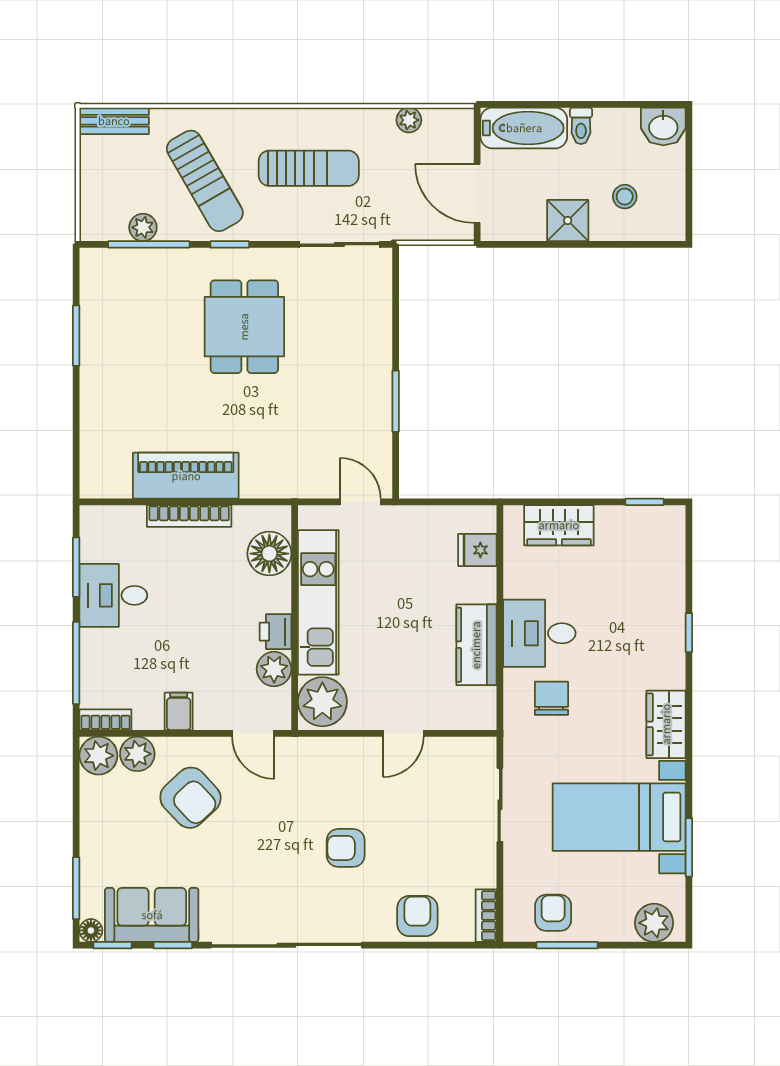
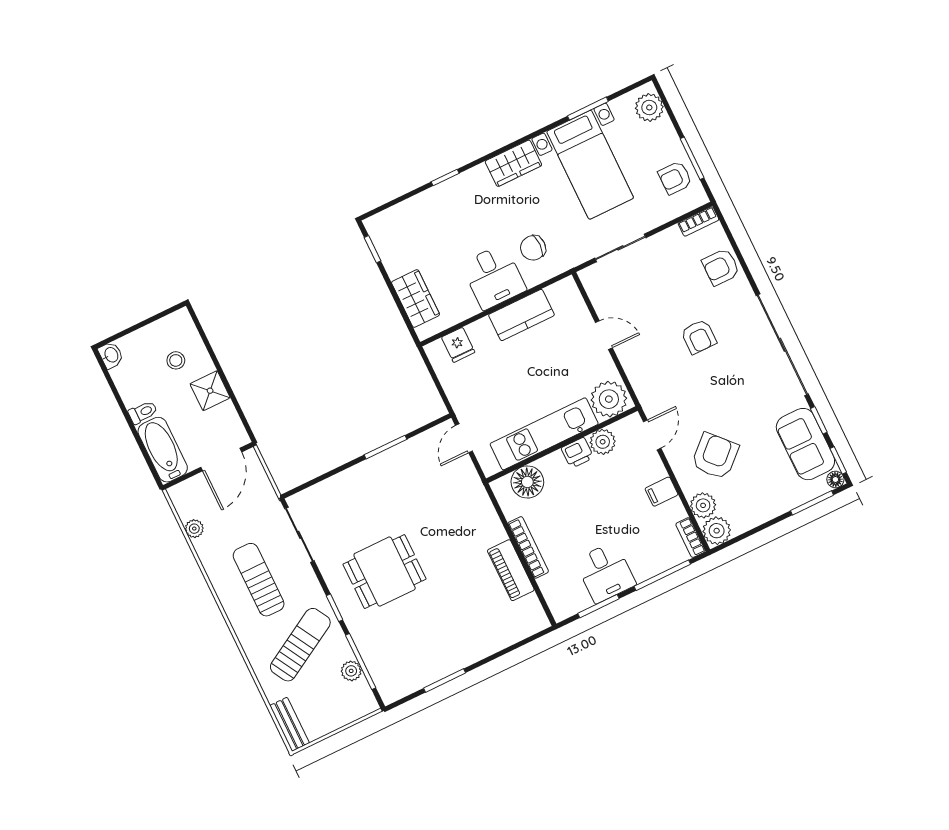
washbasin: (663, 126) -> (111, 355), width x0.72, depth x0.69
piano: (186, 476) -> (511, 570), width x0.73, depth x0.75

